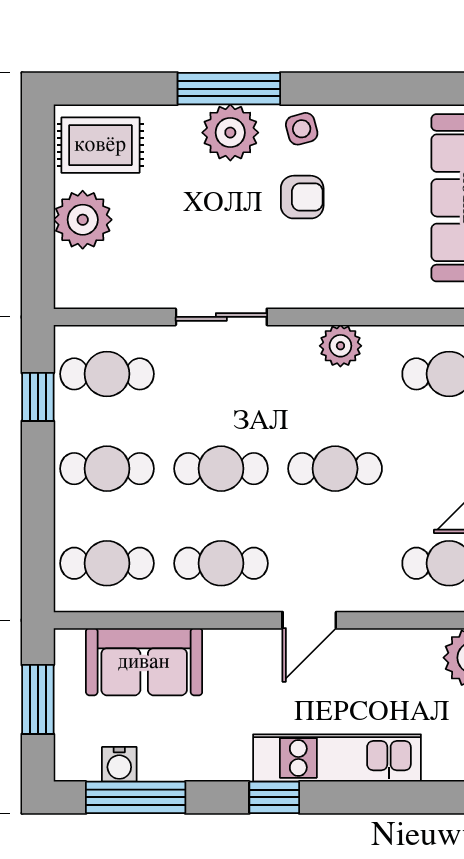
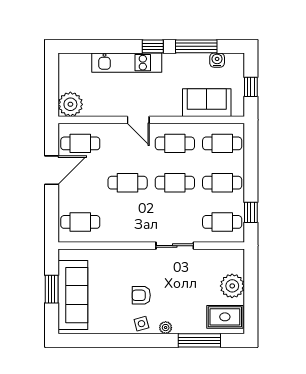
window: (229, 89) -> (199, 340), moved
plant: (230, 133) -> (166, 328), width x0.53, depth x0.53
plant: (340, 346) -> (125, 234), removed
door: (309, 620) -> (138, 120), swing flipped
window: (38, 699) -> (251, 87), width x0.67
window: (136, 797) -> (196, 46), moved

